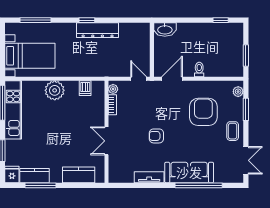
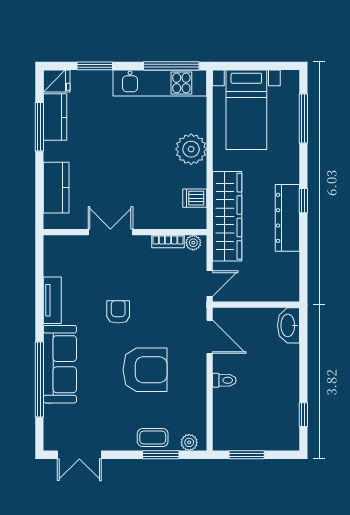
wardrobe: (97, 68) -> (227, 216), added
armchair: (203, 112) -> (145, 370), moved
coffee table: (233, 131) -> (153, 438), moved

